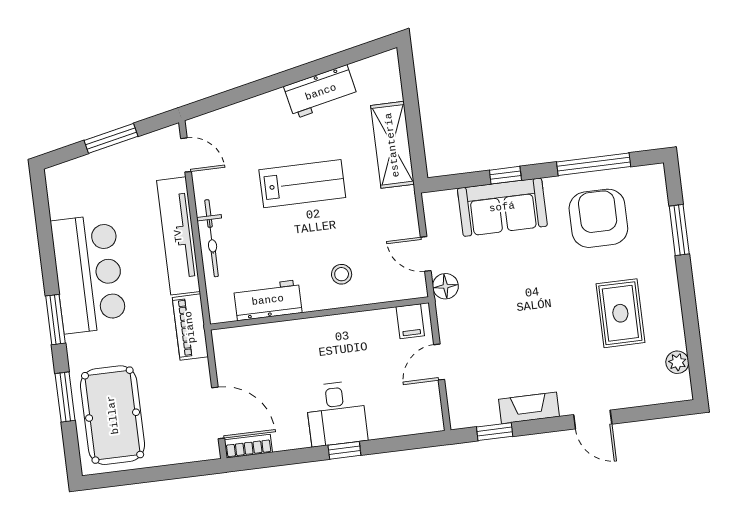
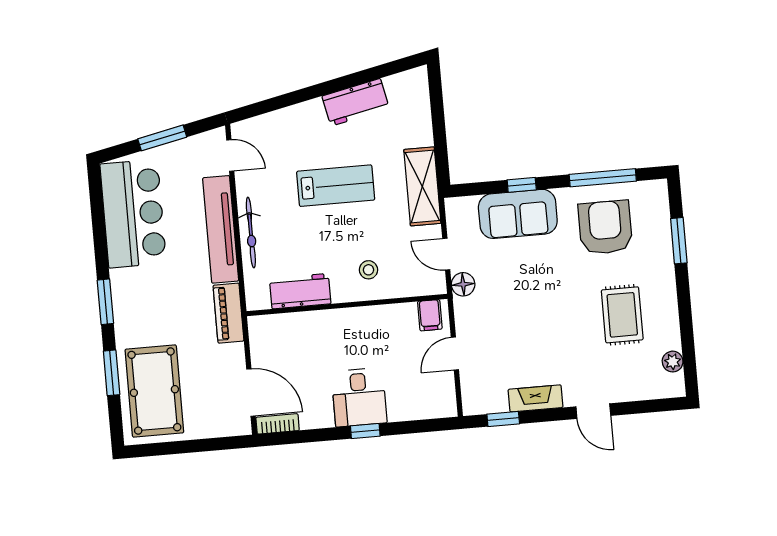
shelving: (392, 145) -> (422, 186), moved
bar counter: (89, 274) -> (133, 214), moved

